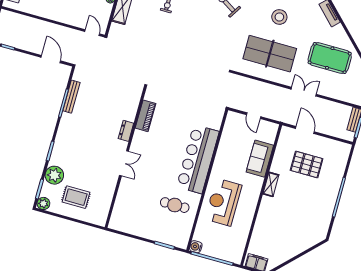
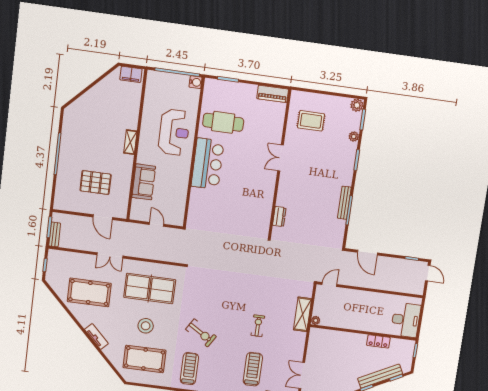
door: (92, 33) -> (329, 285), swing flipped
bench: (71, 97) -> (344, 203), moved
piano: (145, 116) -> (273, 94), moved, turned -90
dresser: (126, 131) -> (279, 217), moved
bar counter: (198, 159) -> (208, 164), width x0.73
plant: (54, 175) -> (354, 137), width x0.53, depth x0.53
shelving: (271, 184) -> (130, 142), moved
rug: (76, 197) -> (311, 121), moved
cafe table: (175, 205) -> (223, 122), width x1.37, depth x1.35

